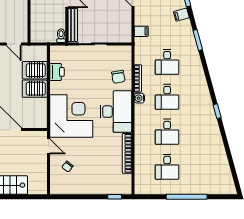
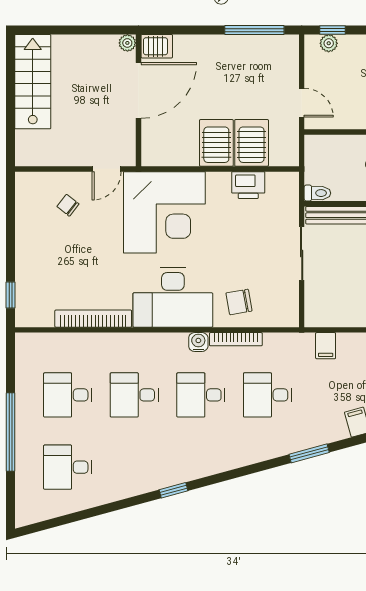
door: (14, 44) -> (302, 103), swing flipped
desk: (205, 167) -> (68, 467), added

